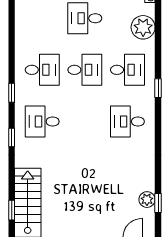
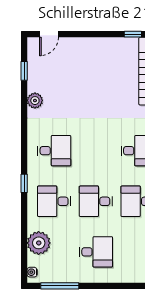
plant: (147, 200) -> (35, 101), moved

